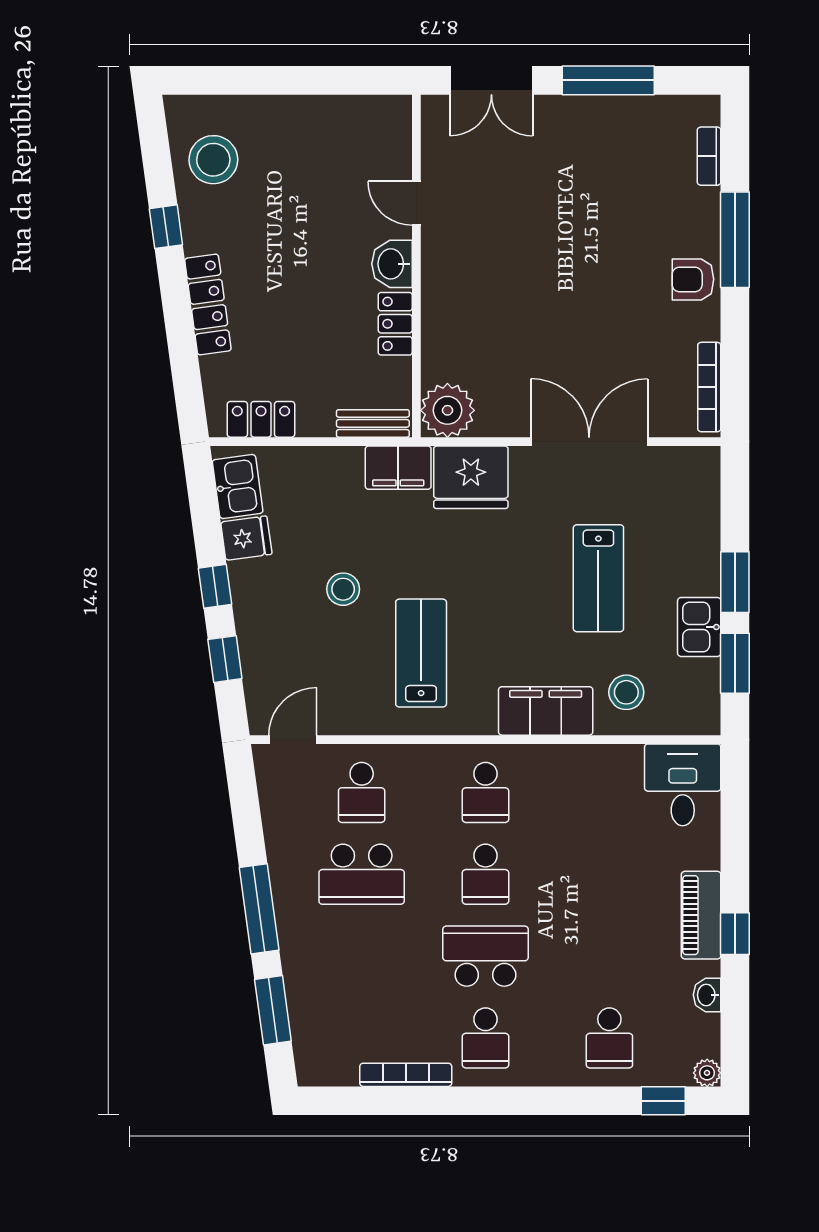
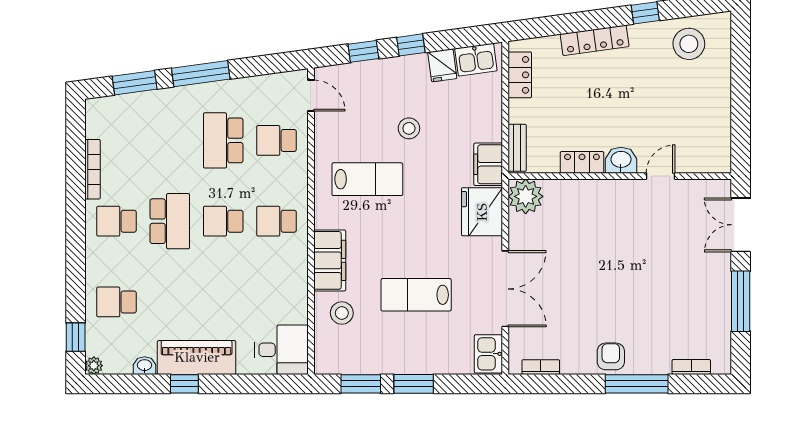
bookcase: (709, 387) -> (541, 367), width x0.64
kitchen sink: (699, 627) -> (488, 354), moved, turned -90
piano: (701, 915) -> (197, 357), width x1.37, depth x1.33

